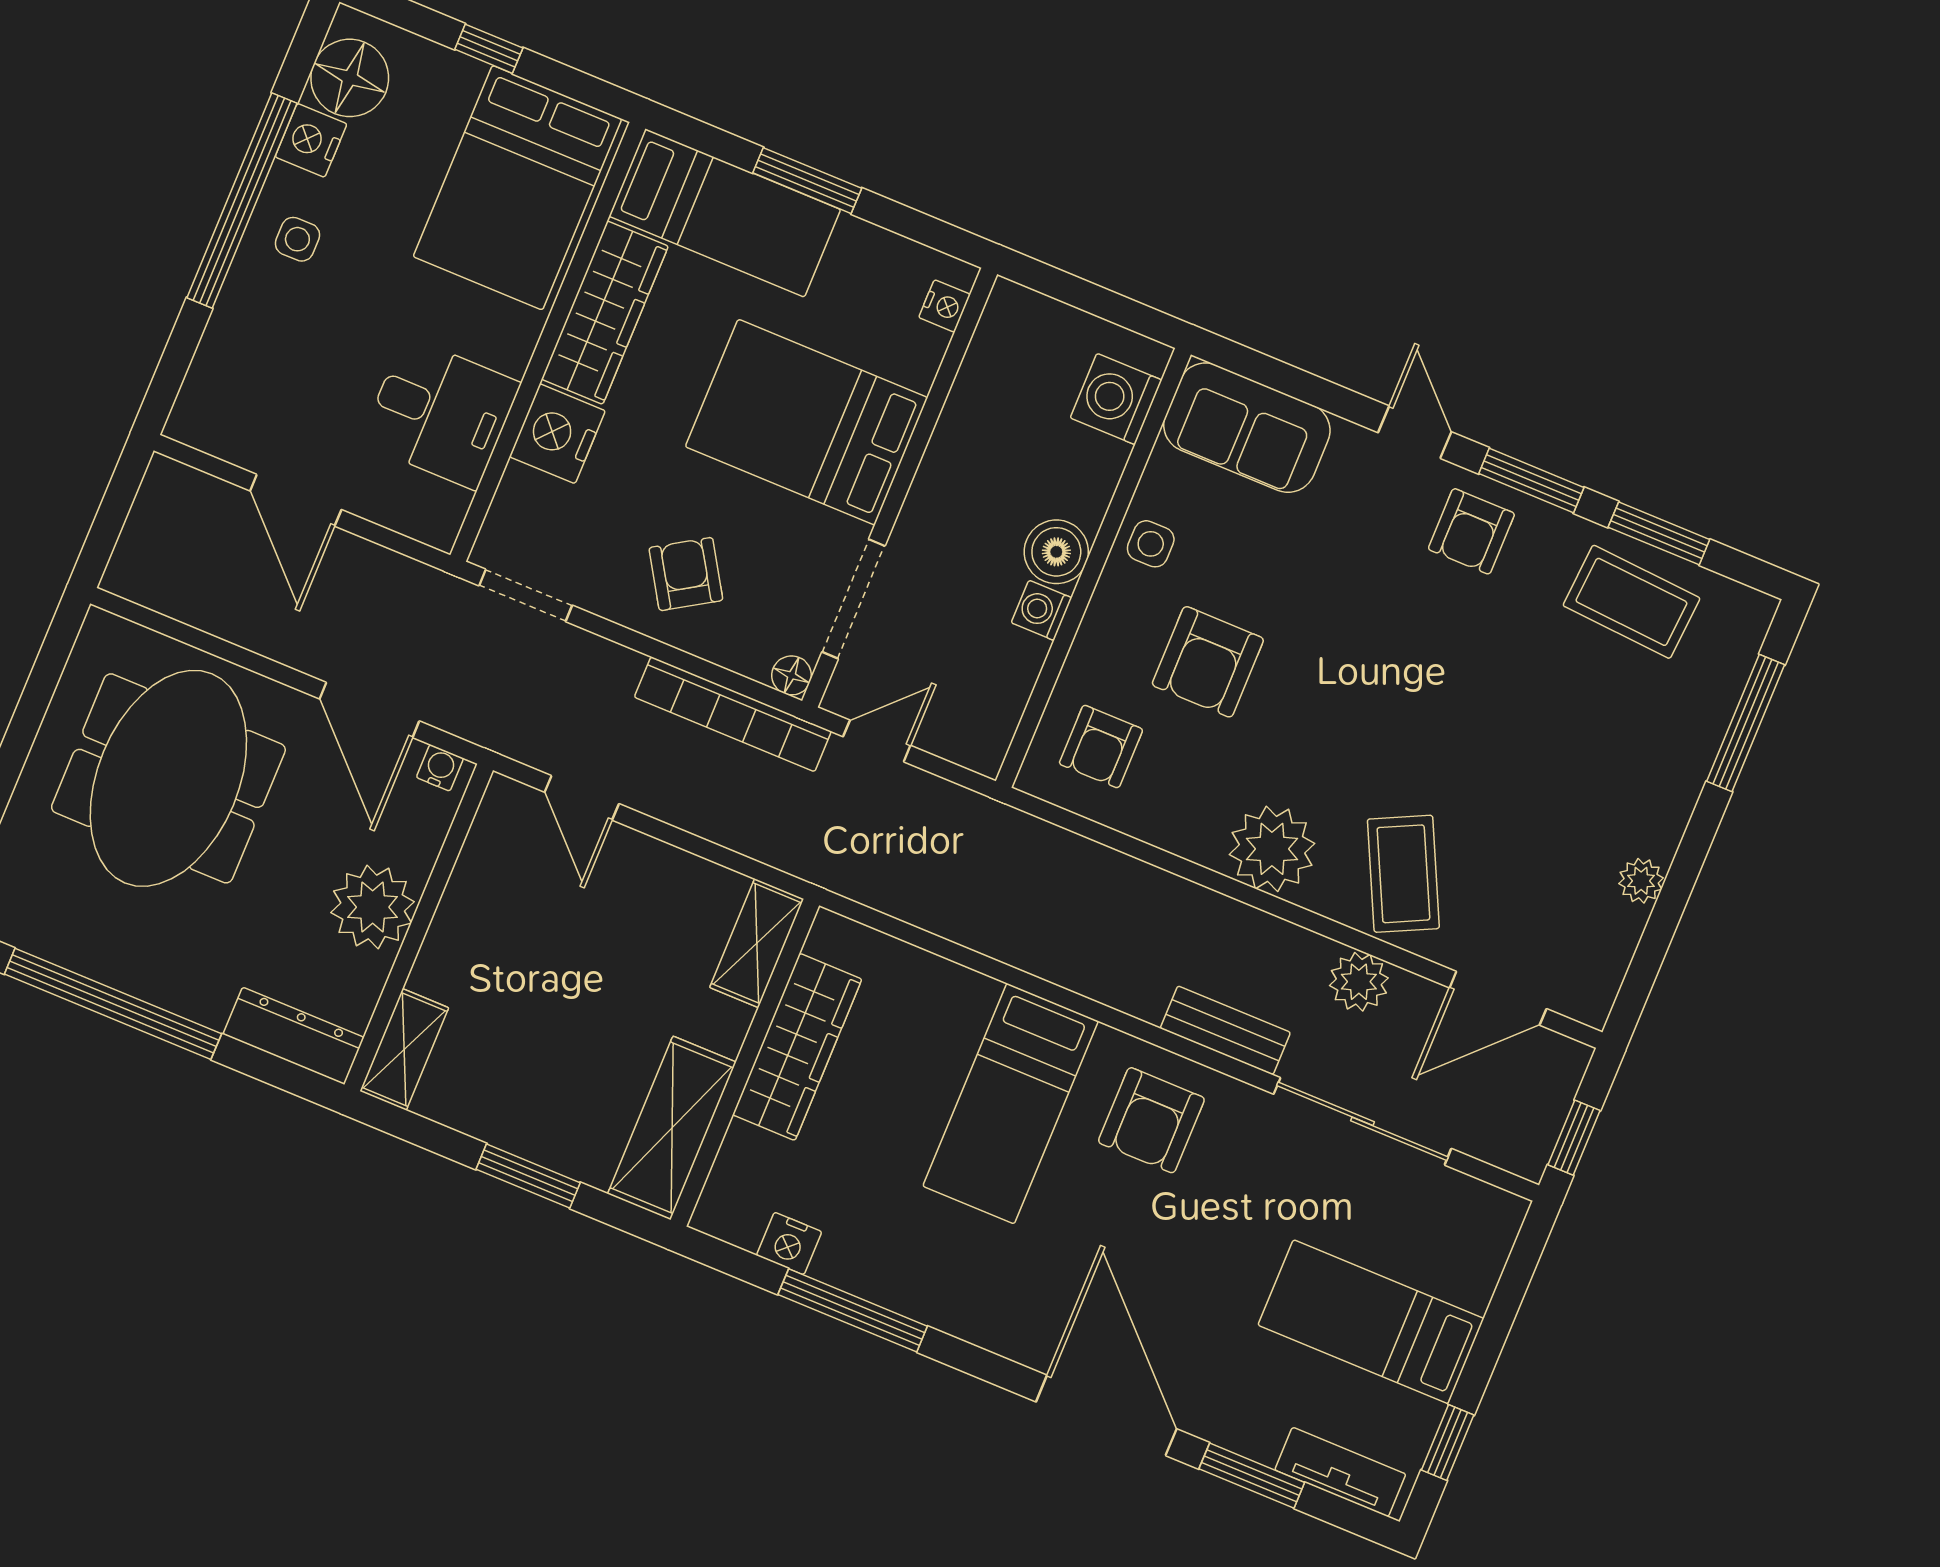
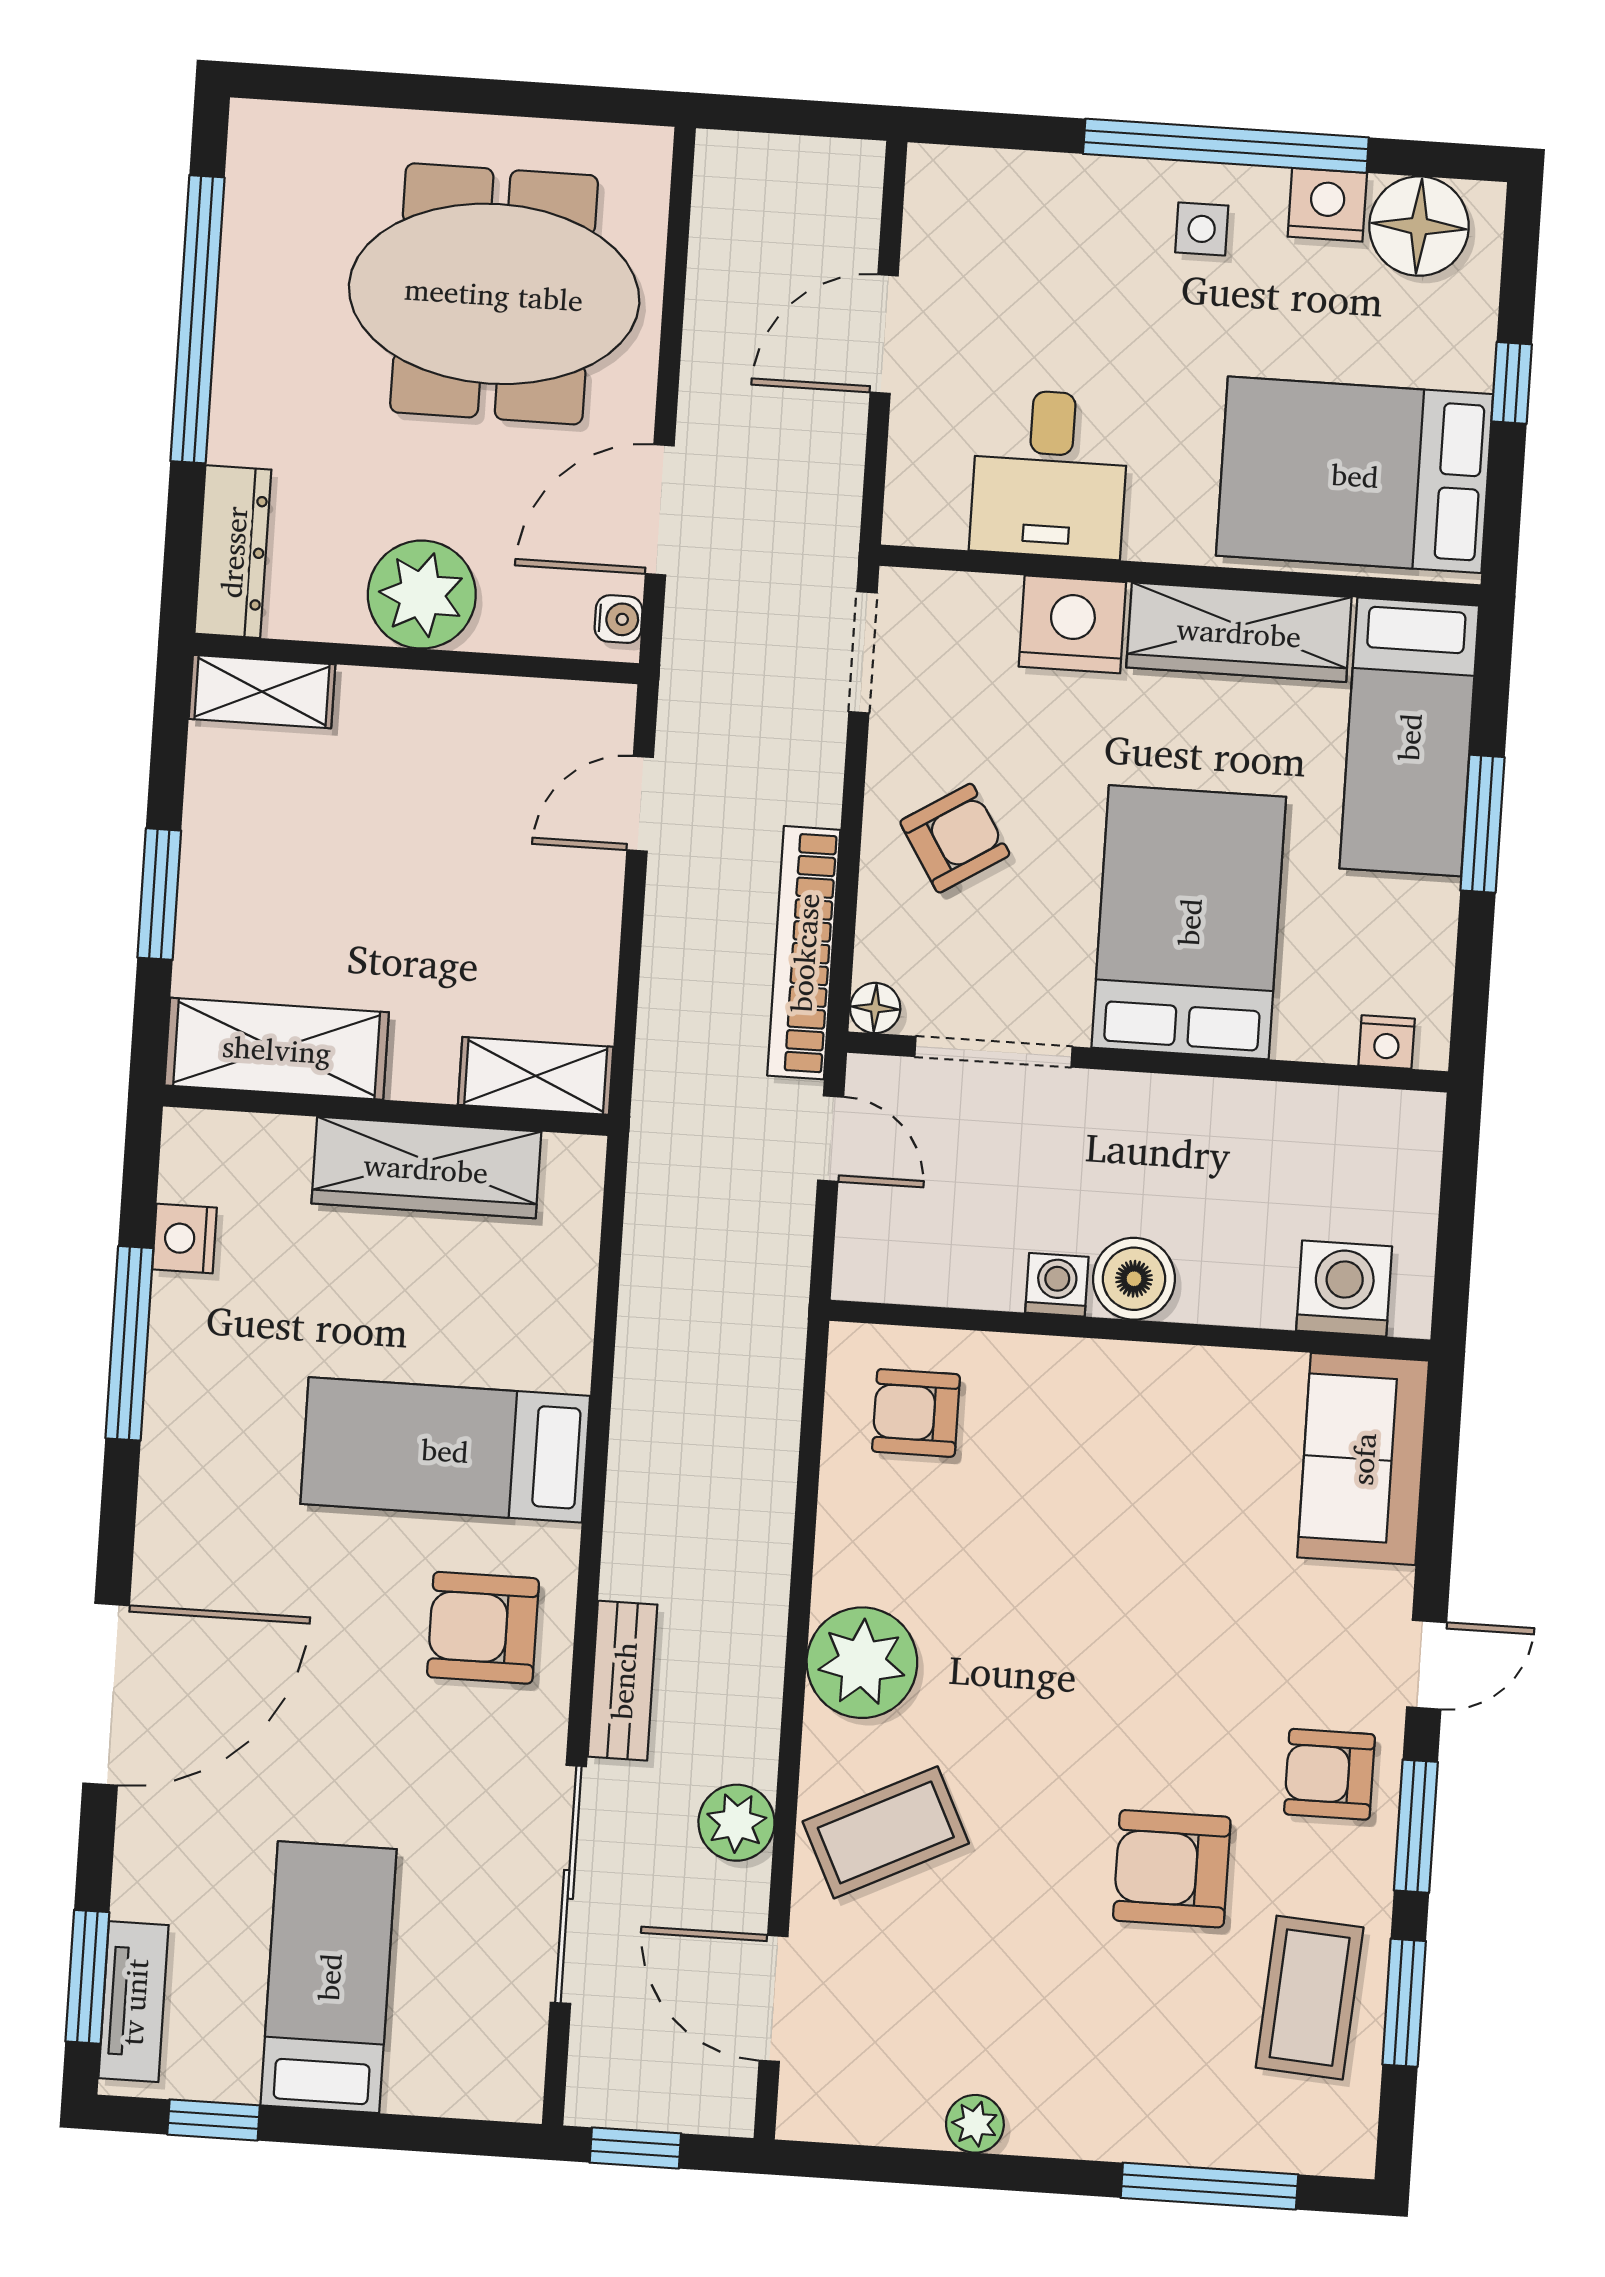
side table: (1151, 544) -> (1182, 1390), removed
armchair: (1208, 662) -> (1172, 1869), moved
window: (1252, 1476) -> (87, 1977), moved

